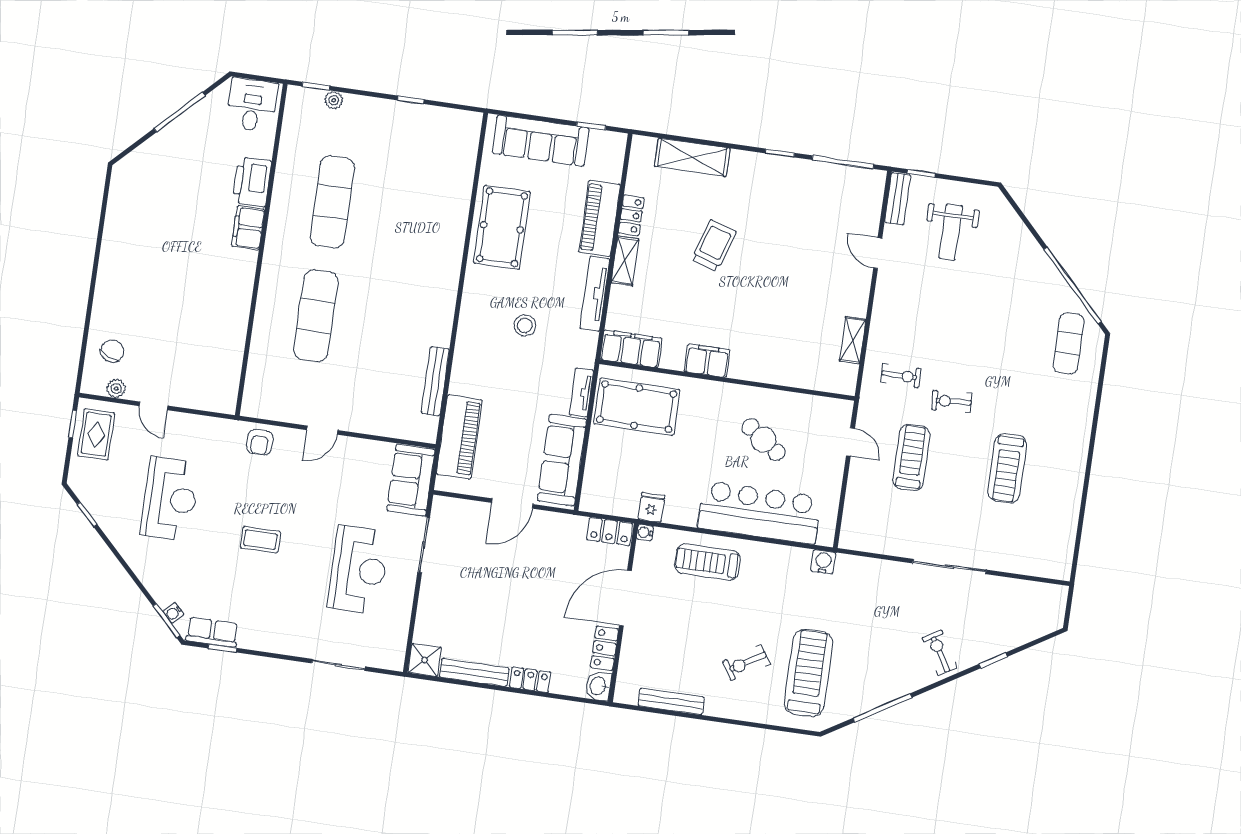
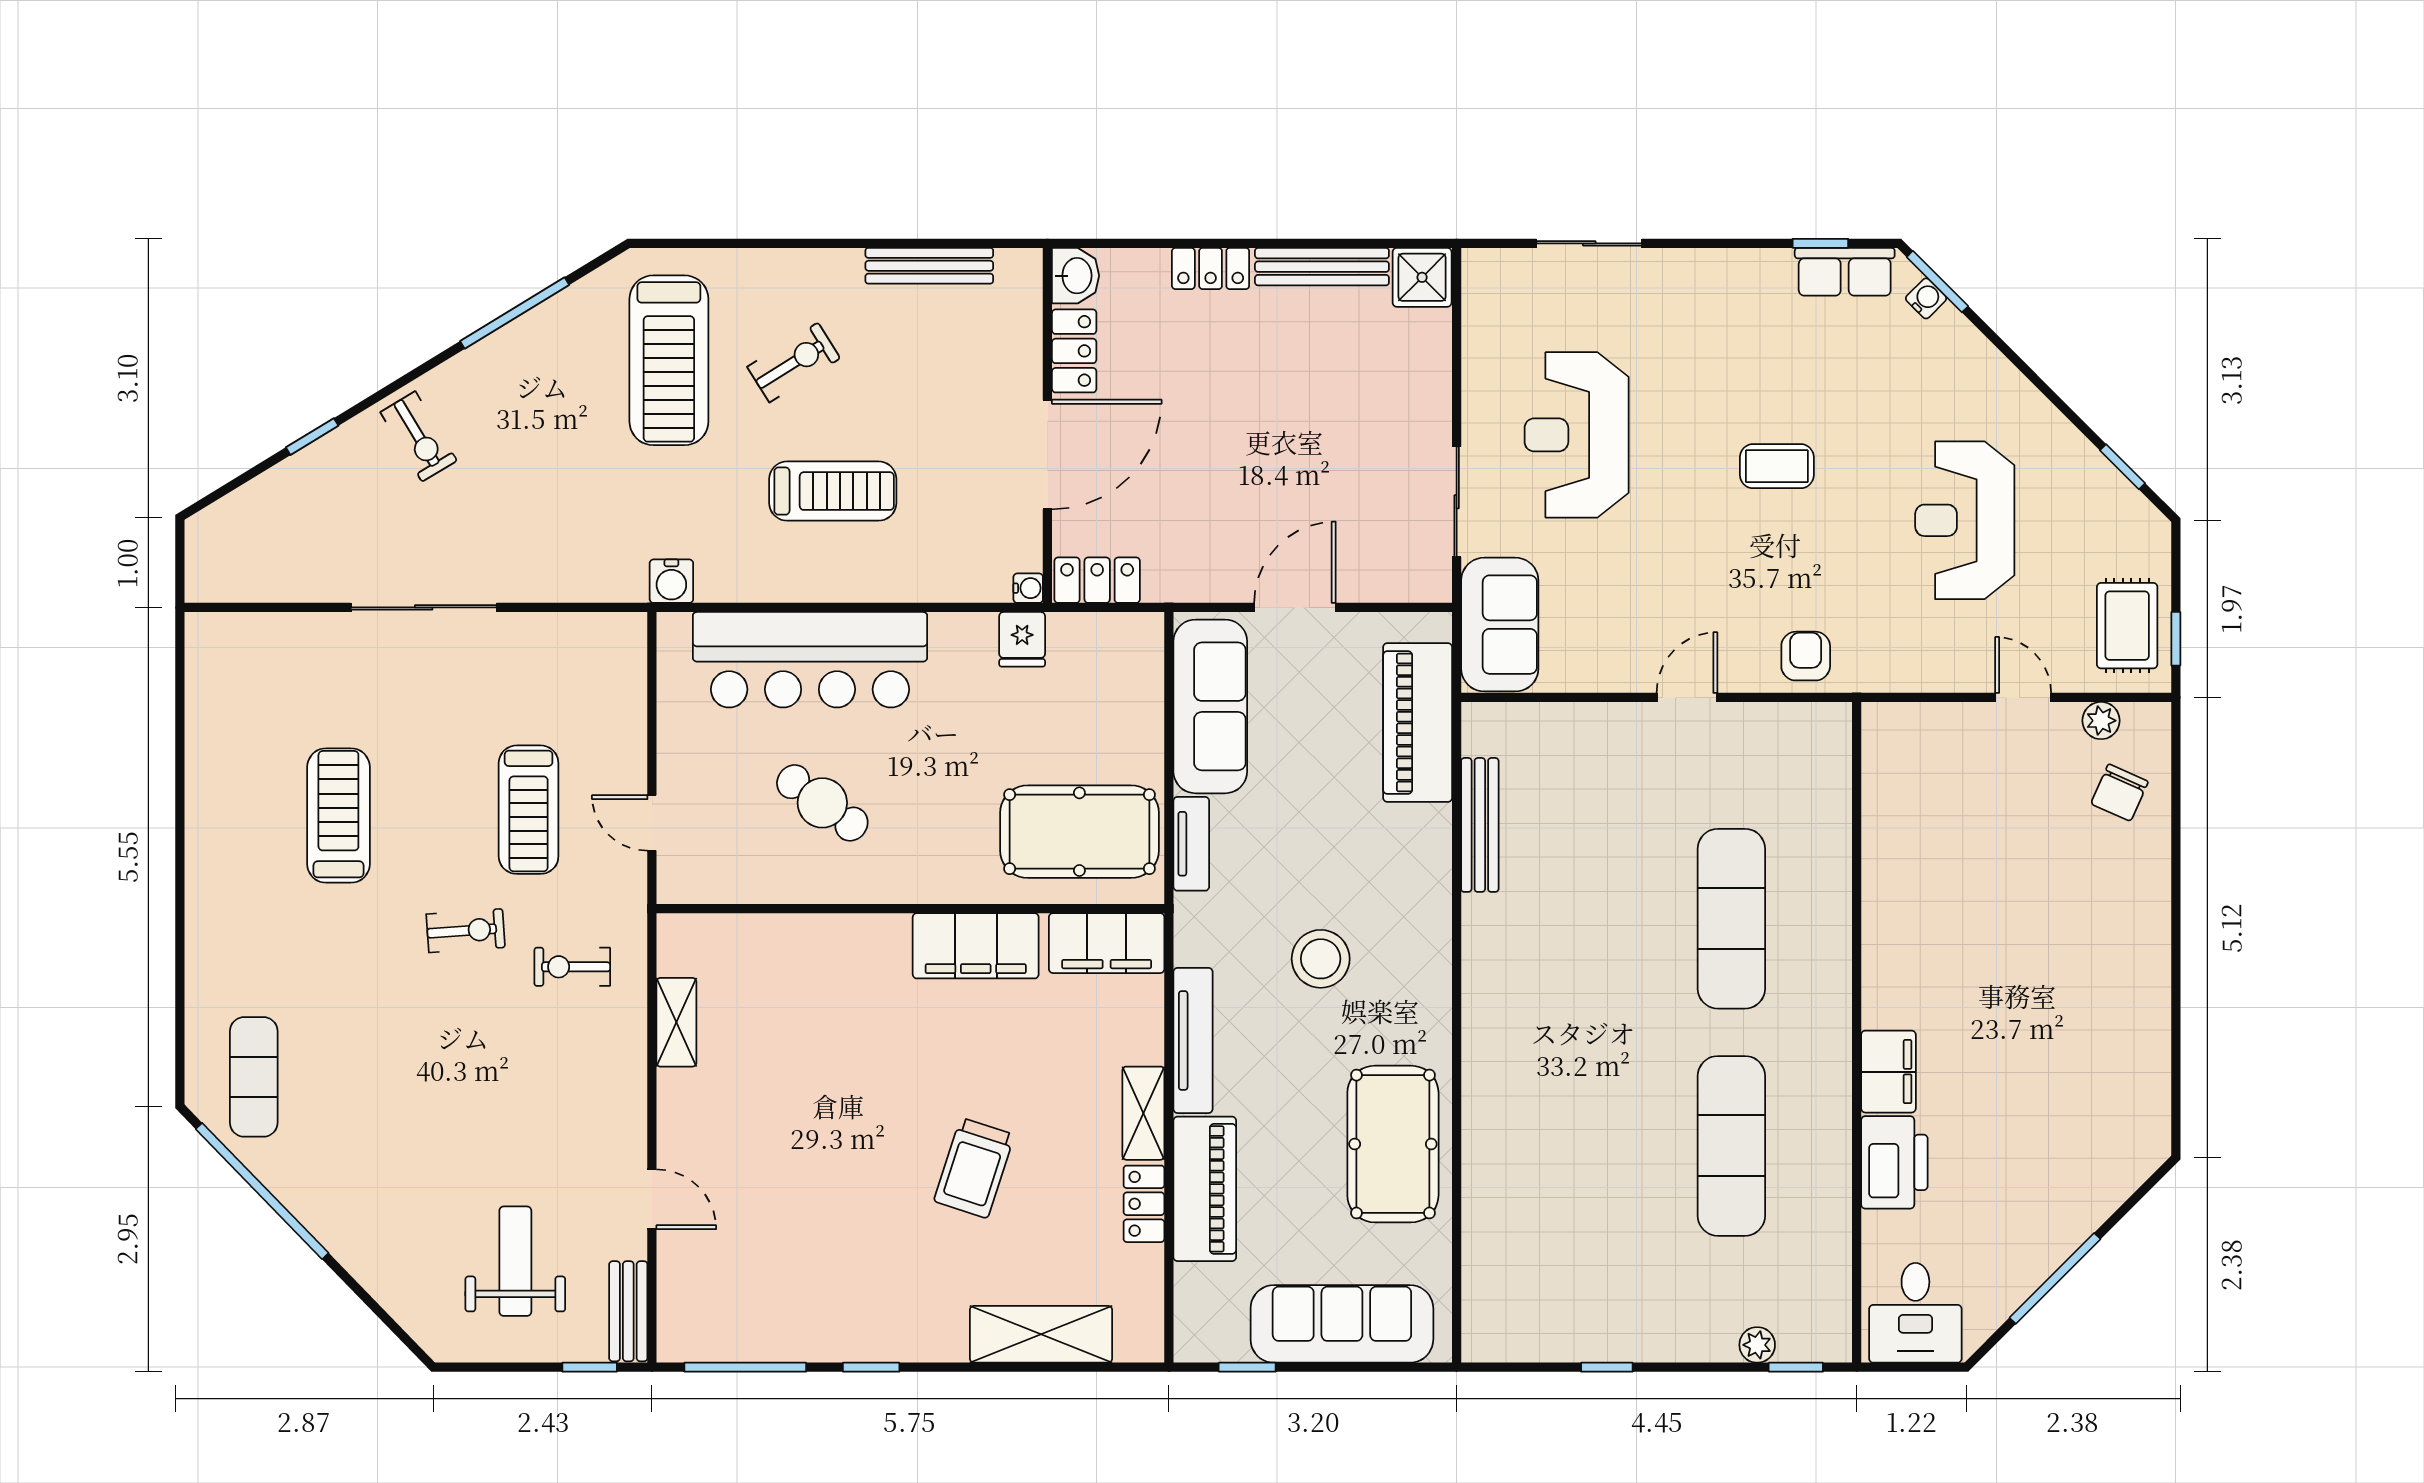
stool: (525, 325) -> (1321, 959), width x1.38, depth x1.38
filing cabinet: (707, 361) -> (976, 946), width x1.50, depth x1.17
treadmill: (708, 562) -> (833, 491), moved

